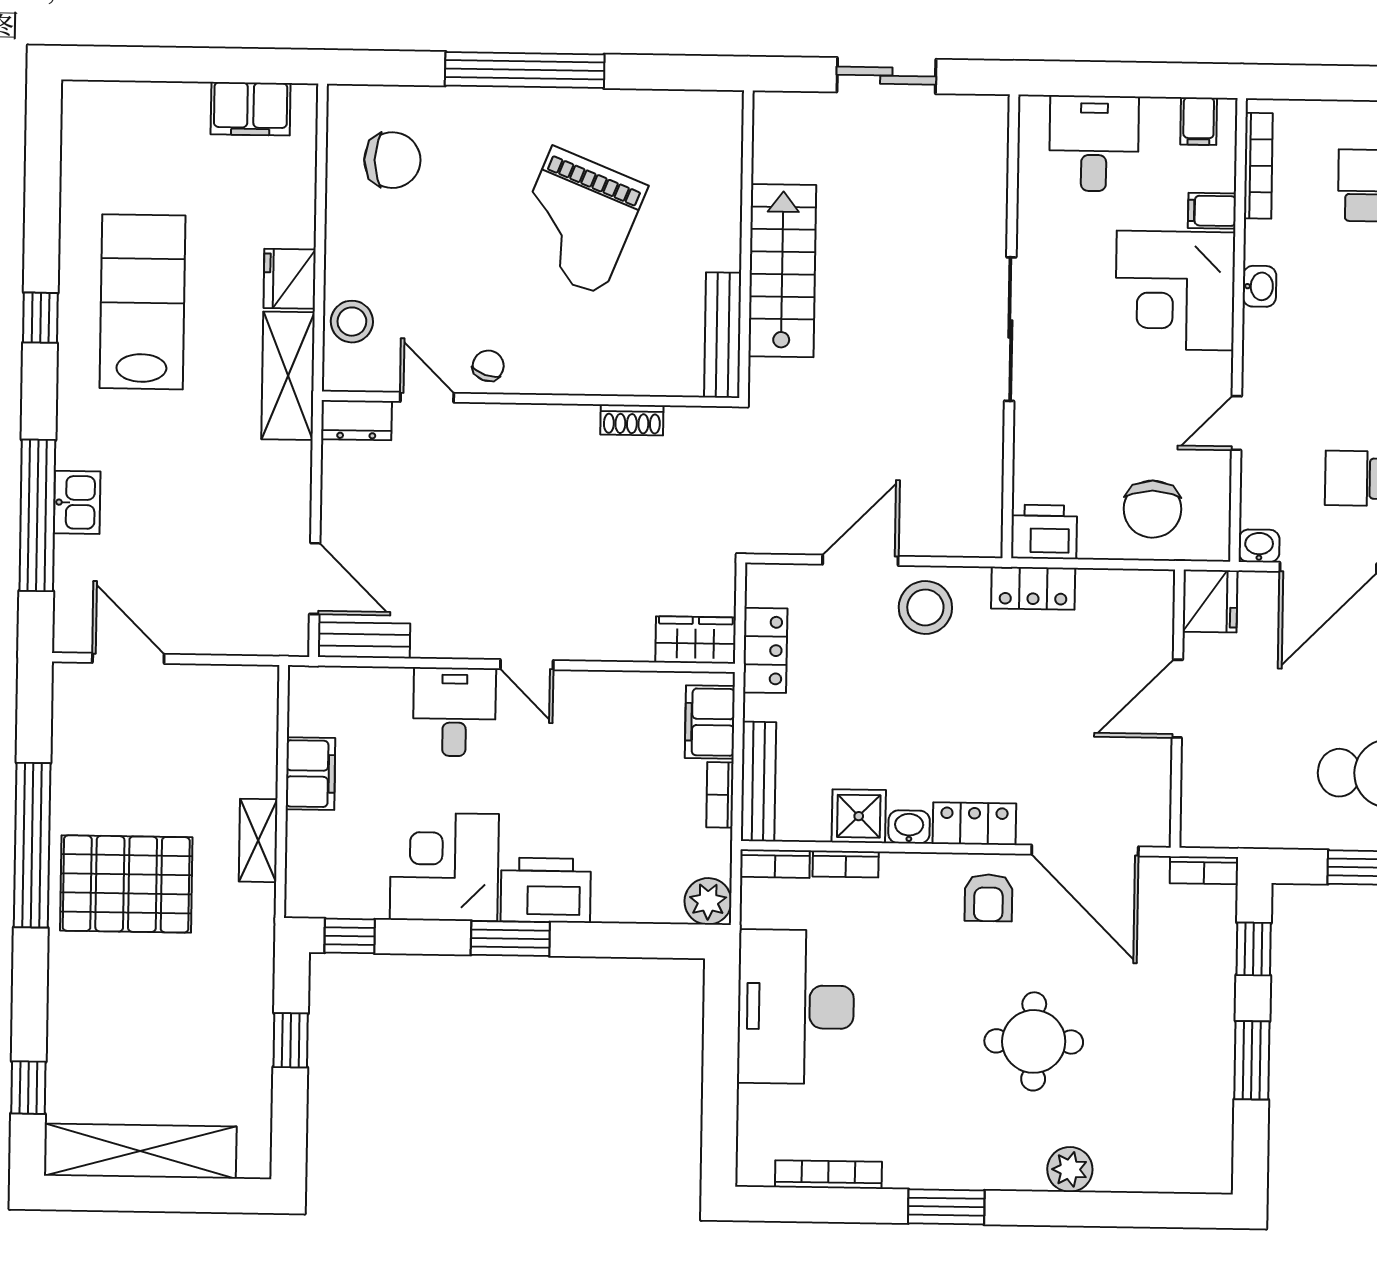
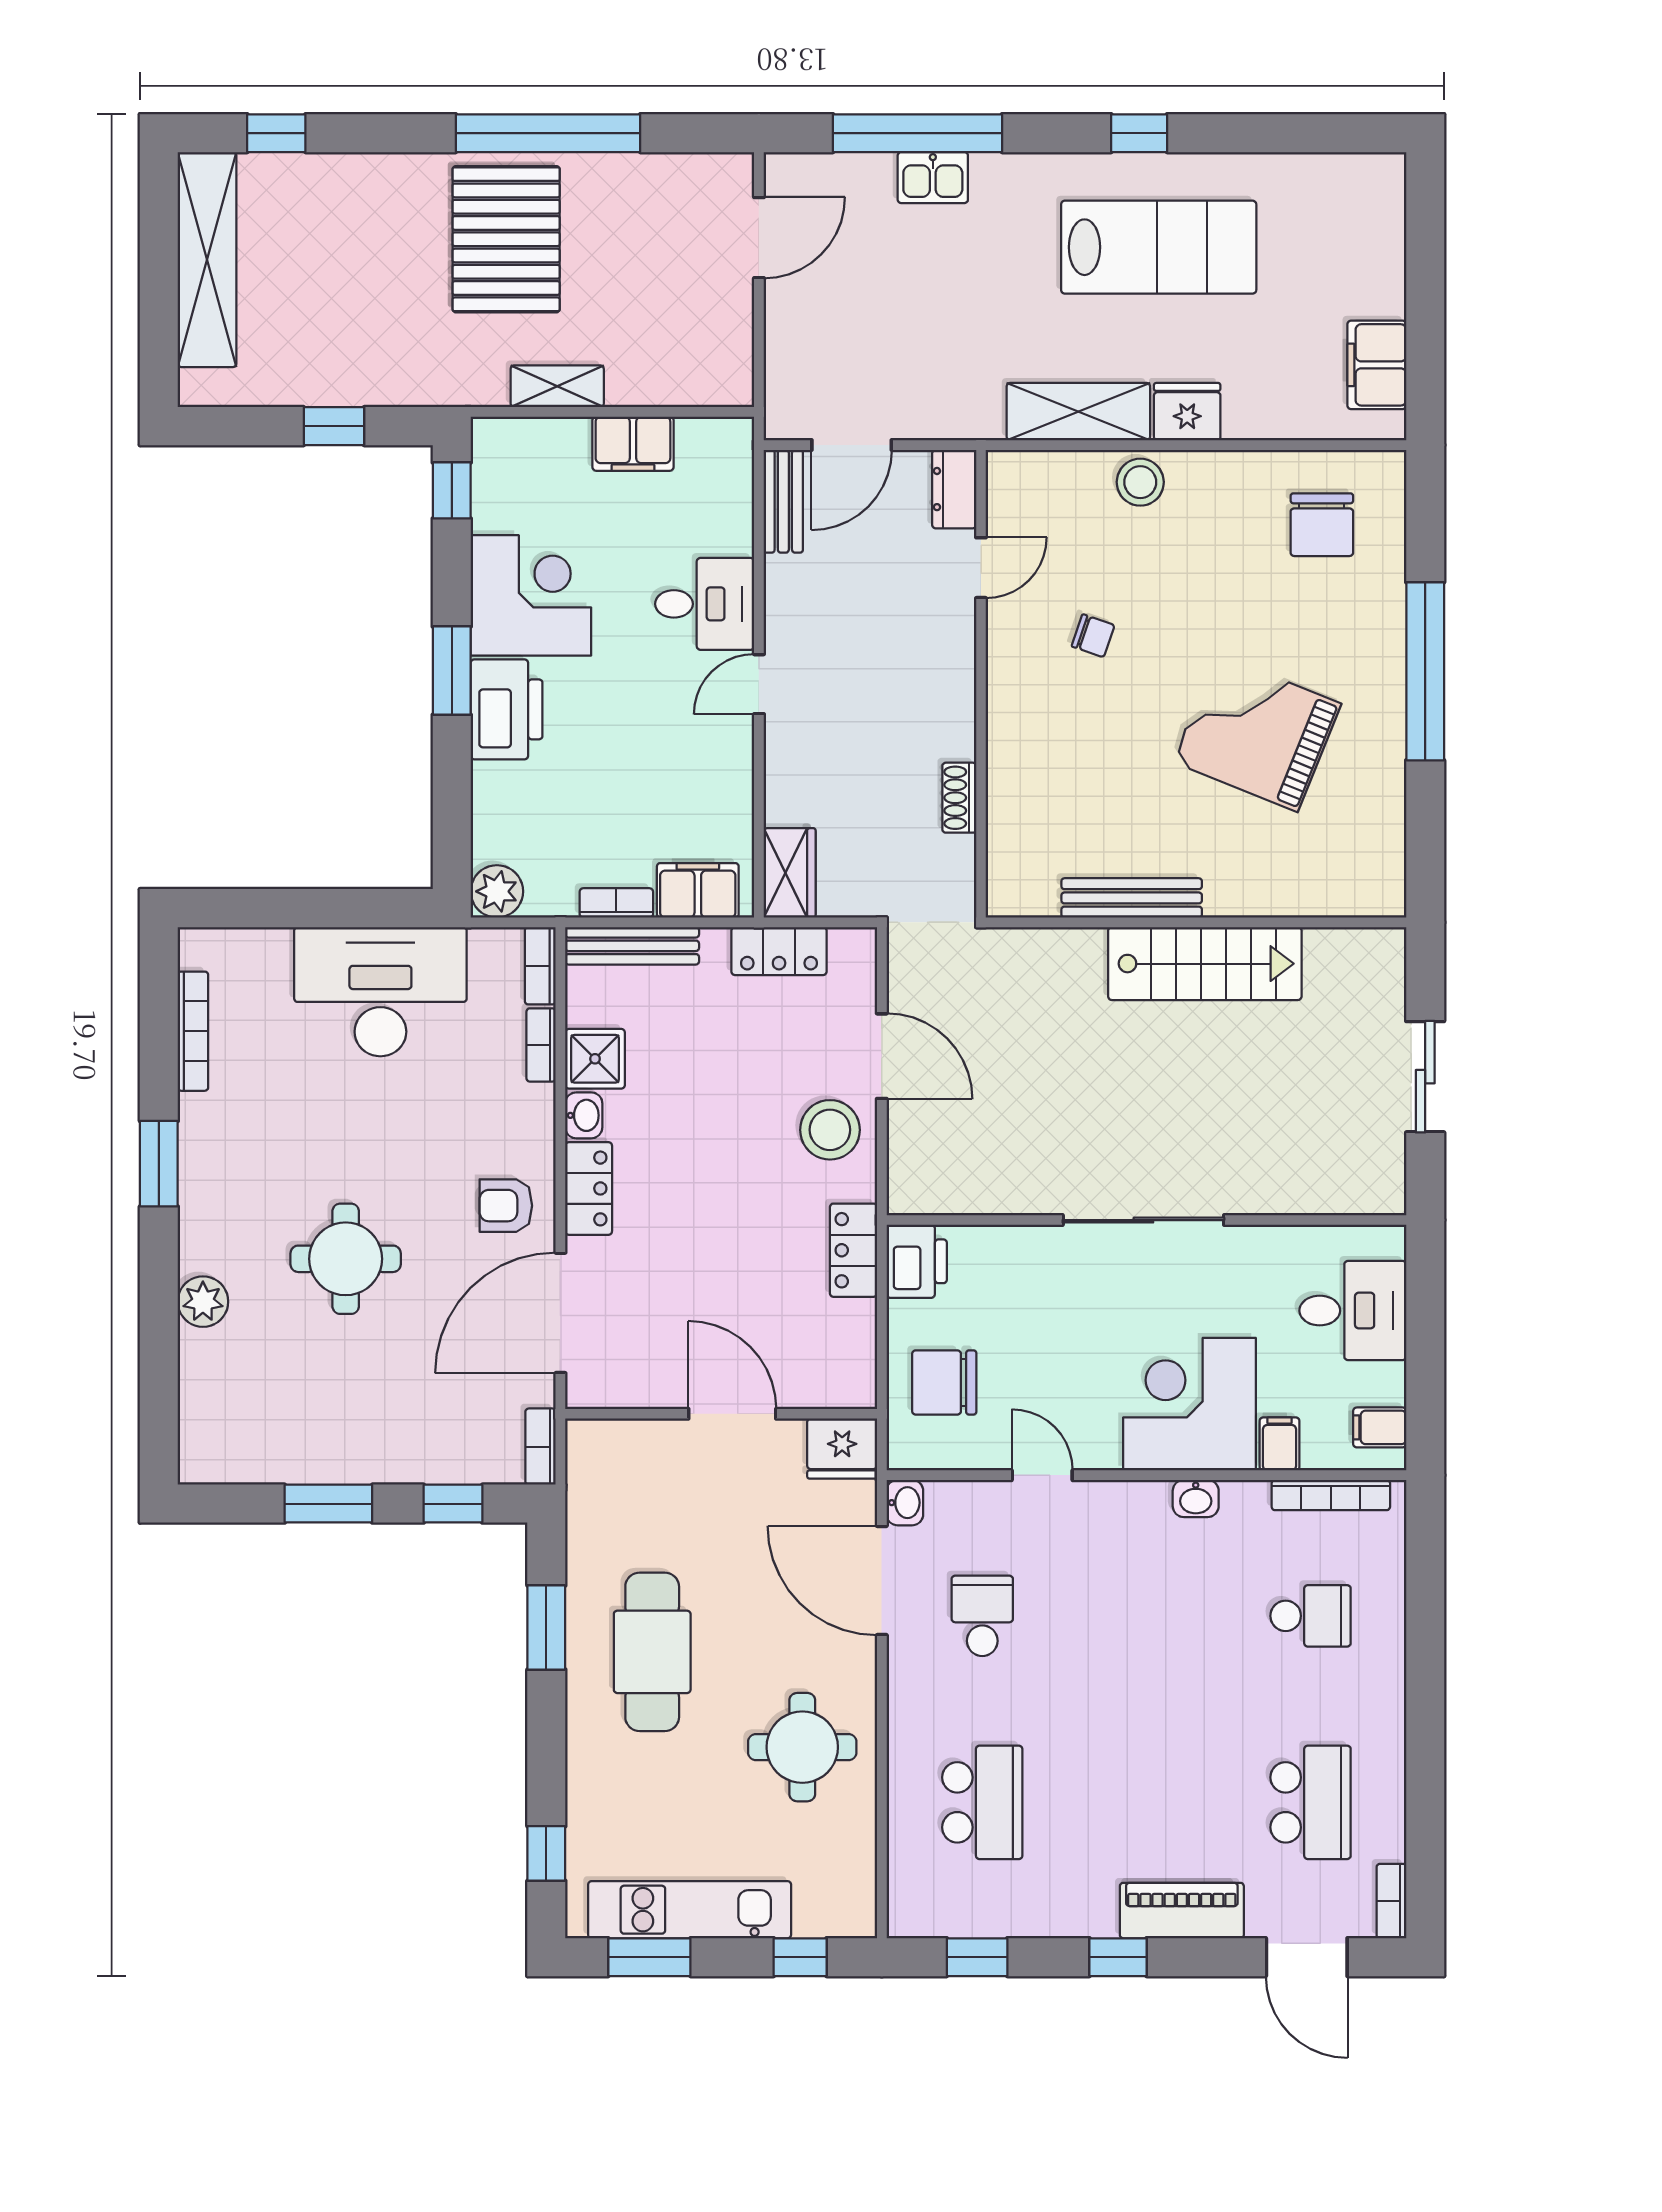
door: (427, 397) -> (981, 568), moved
wall: (530, 399) -> (981, 684), moved
dresser: (356, 420) -> (954, 489), moved
shoe rack: (632, 420) -> (959, 798), moved

